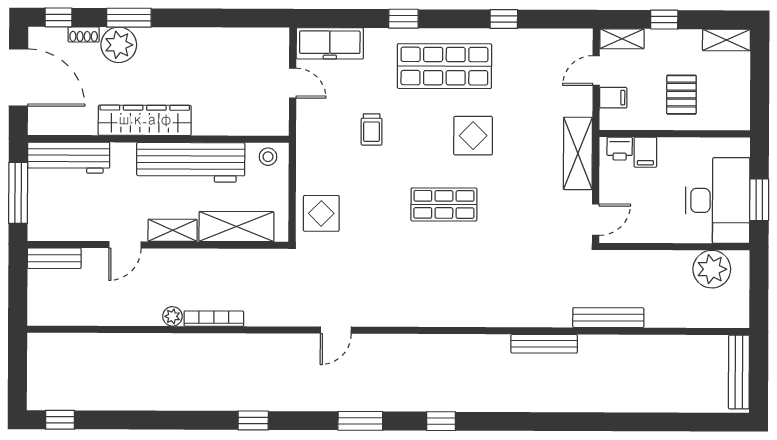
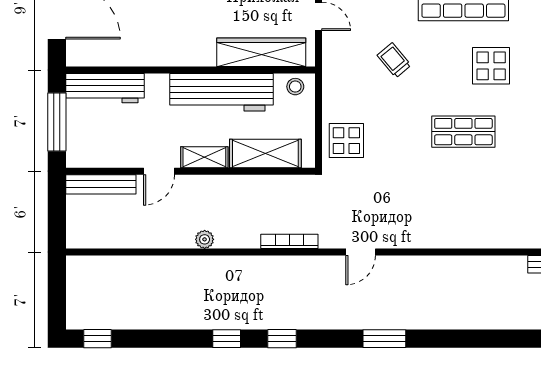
wardrobe: (145, 120) -> (261, 52), moved
trolley: (372, 130) -> (394, 60), turned 140
bench: (54, 258) -> (101, 184), width x1.36
bookcase: (214, 319) -> (289, 241), moved
window: (441, 421) -> (227, 339), moved

